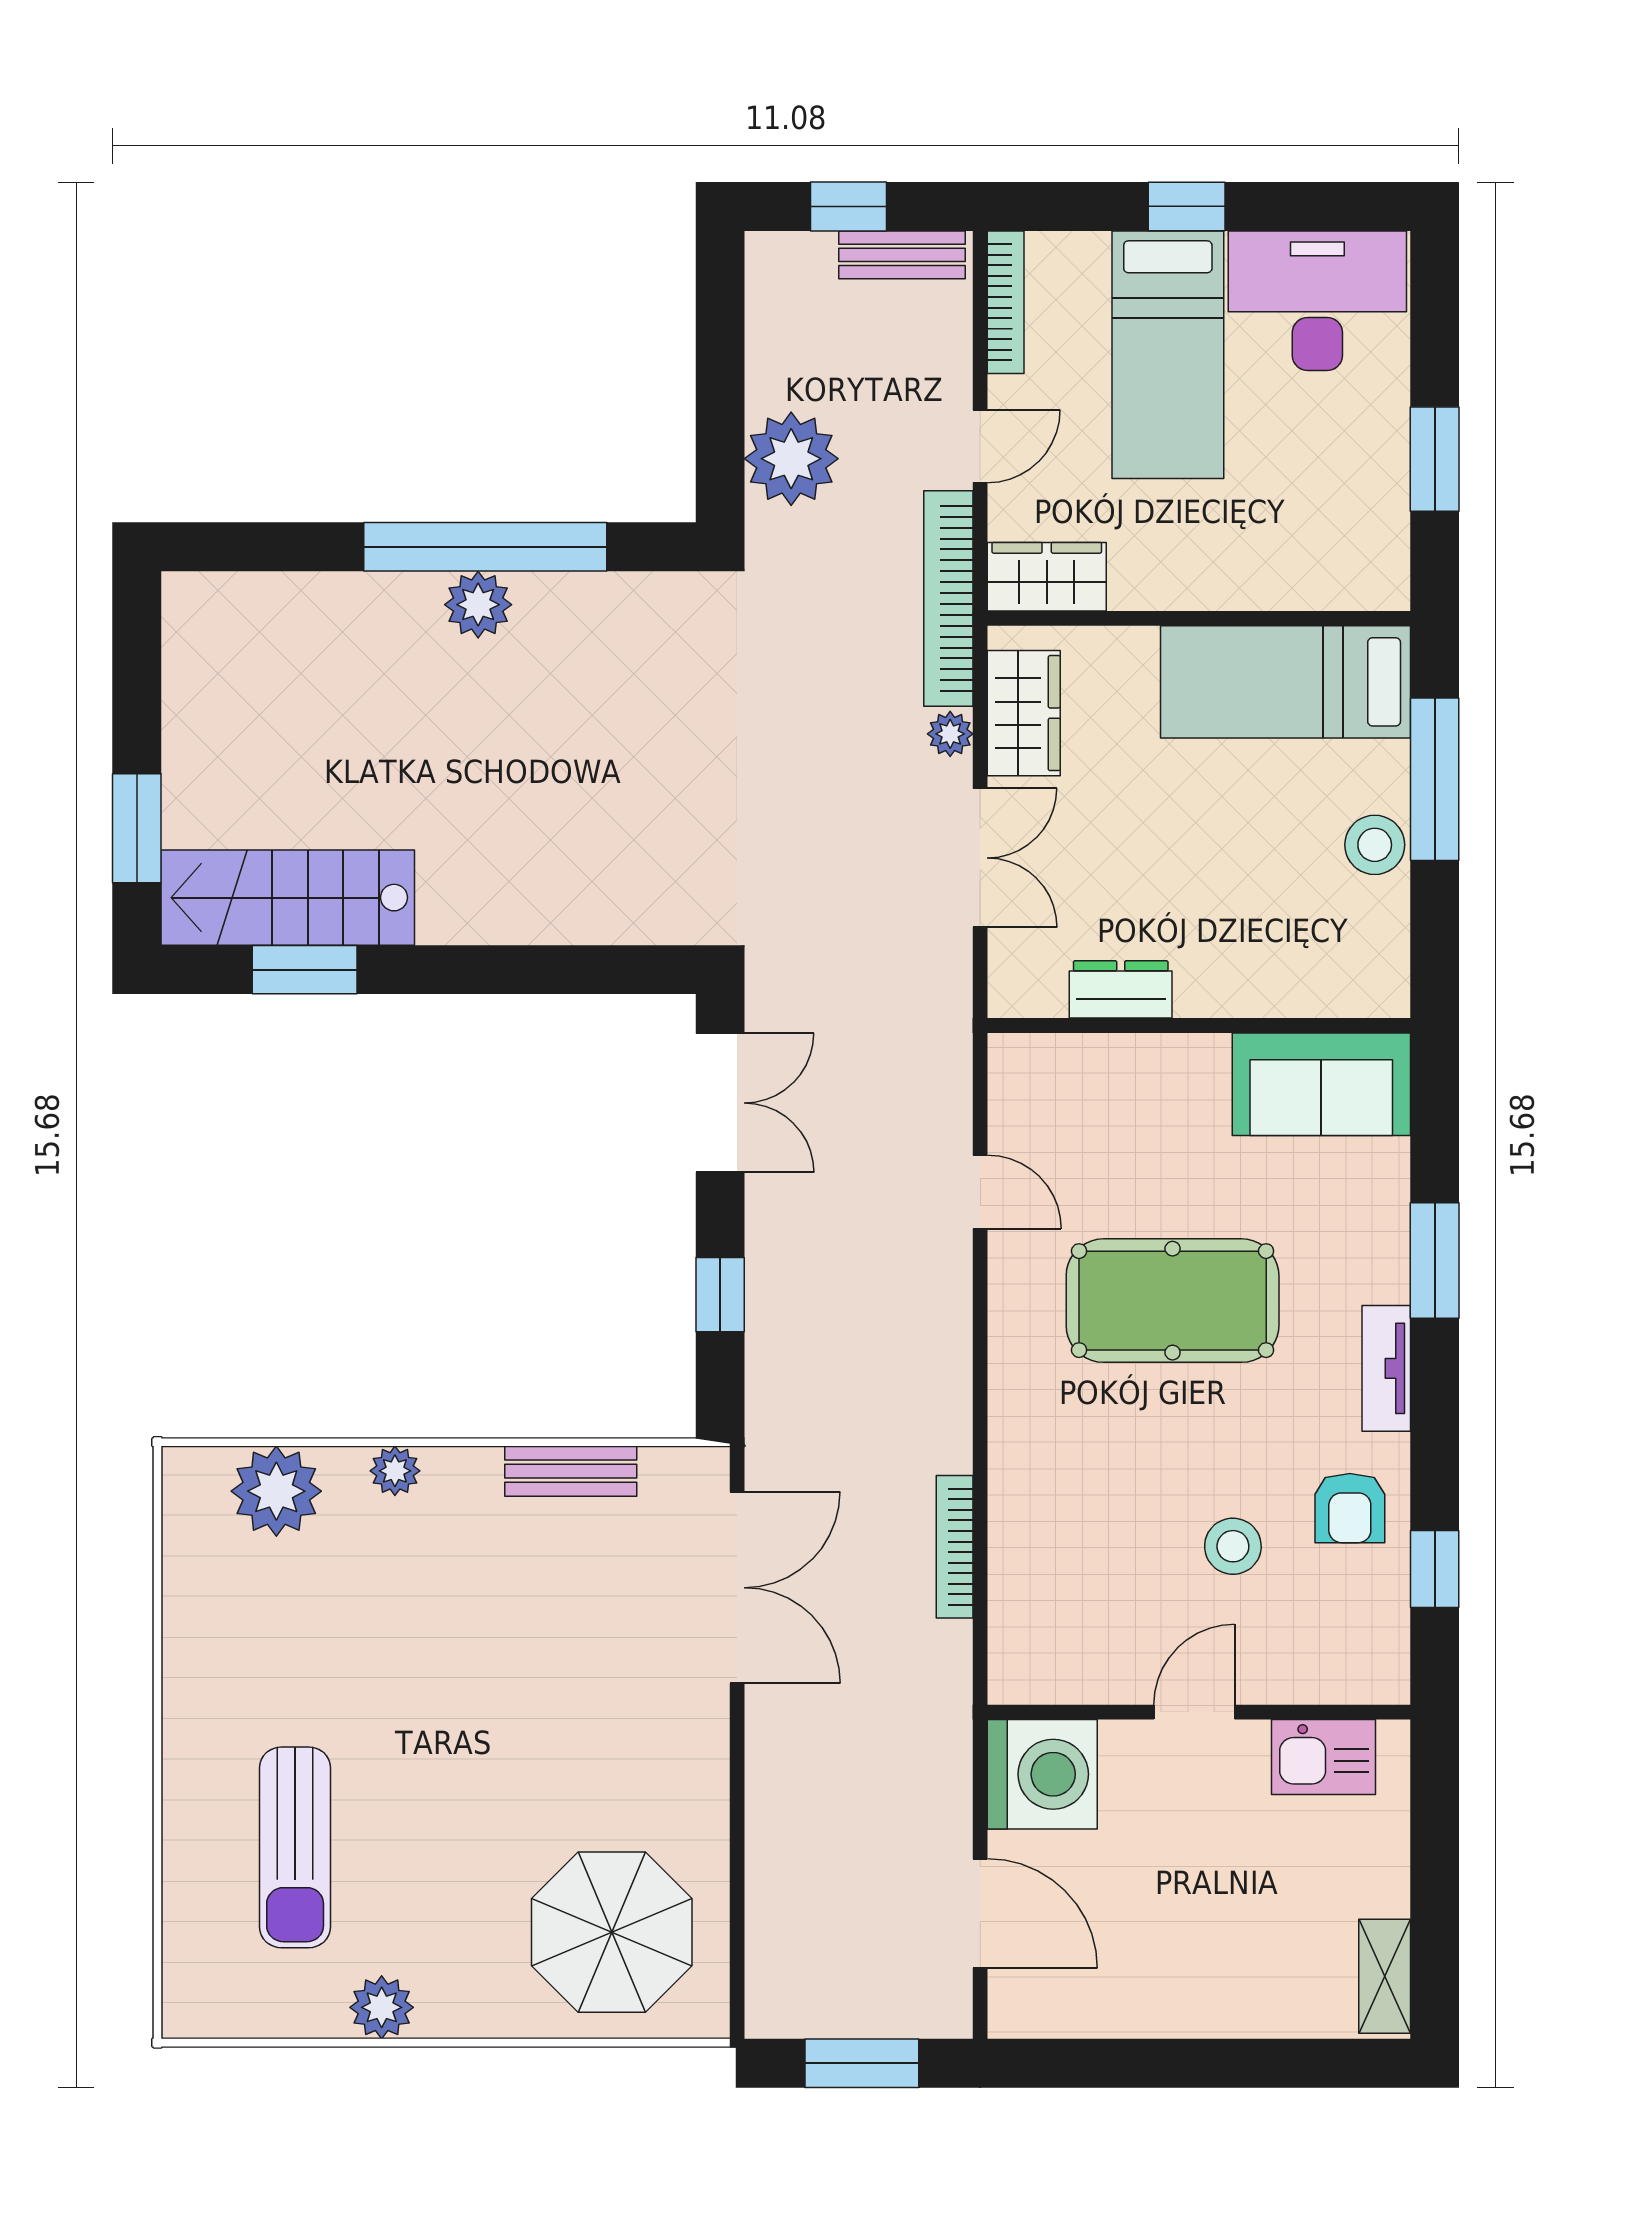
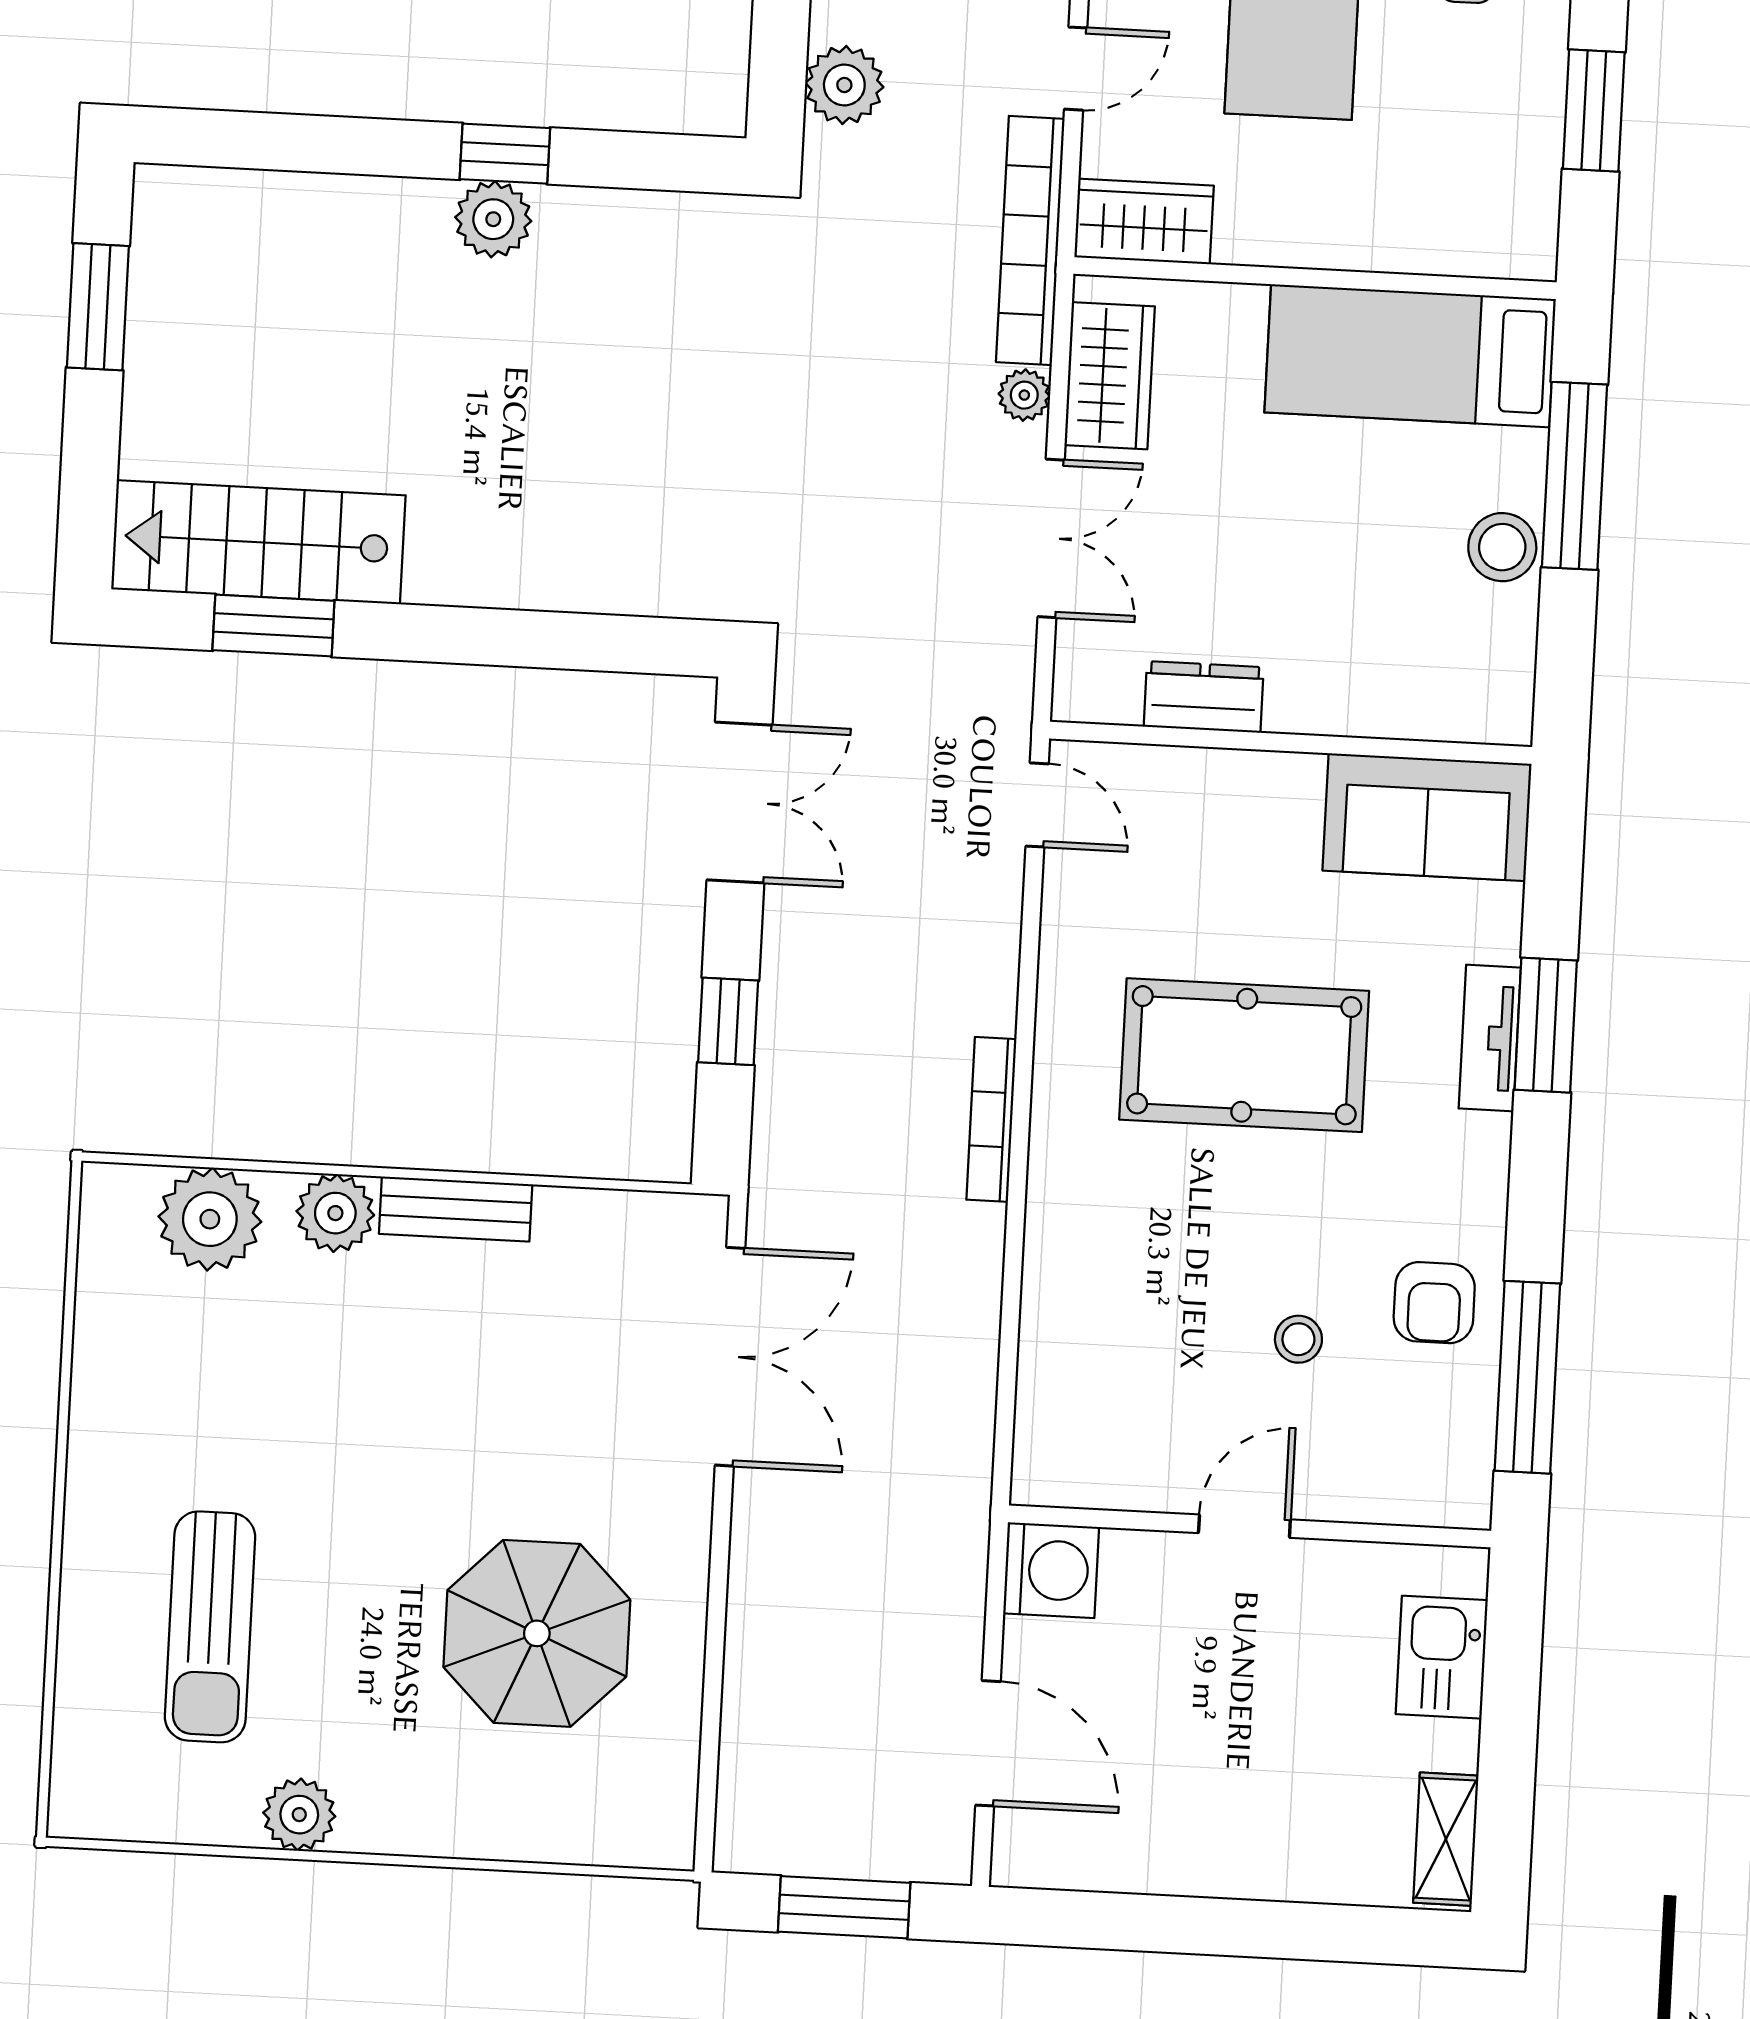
plant: (791, 459) -> (844, 85), width x0.73, depth x0.73
window: (485, 547) -> (505, 154), width x0.32
window: (137, 828) -> (98, 307), moved
door: (980, 1192) -> (1037, 805), moved
tv unit: (1386, 1368) -> (1490, 1038), moved
plant: (395, 1471) -> (335, 1213), width x1.38, depth x1.38
bench: (571, 1471) -> (456, 1209), moved
stool: (1233, 1546) -> (1298, 1339), width x0.73, depth x0.73
bookcase: (955, 1547) -> (991, 1119), moved
window: (1435, 1569) -> (1527, 1377), width x2.17
kitchen sink: (1323, 1757) -> (1442, 1657), moved, turned 90
washing machine: (1042, 1774) -> (1051, 1570), width x0.73, depth x0.73
parasol: (612, 1932) -> (537, 1633), moved

